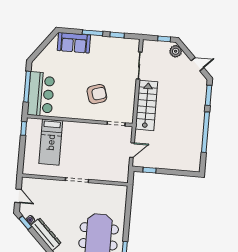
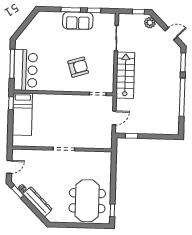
sofa: (74, 43) -> (78, 21), moved
bed: (51, 142) -> (22, 114), moved
door: (18, 196) -> (9, 167), hinge flipped

